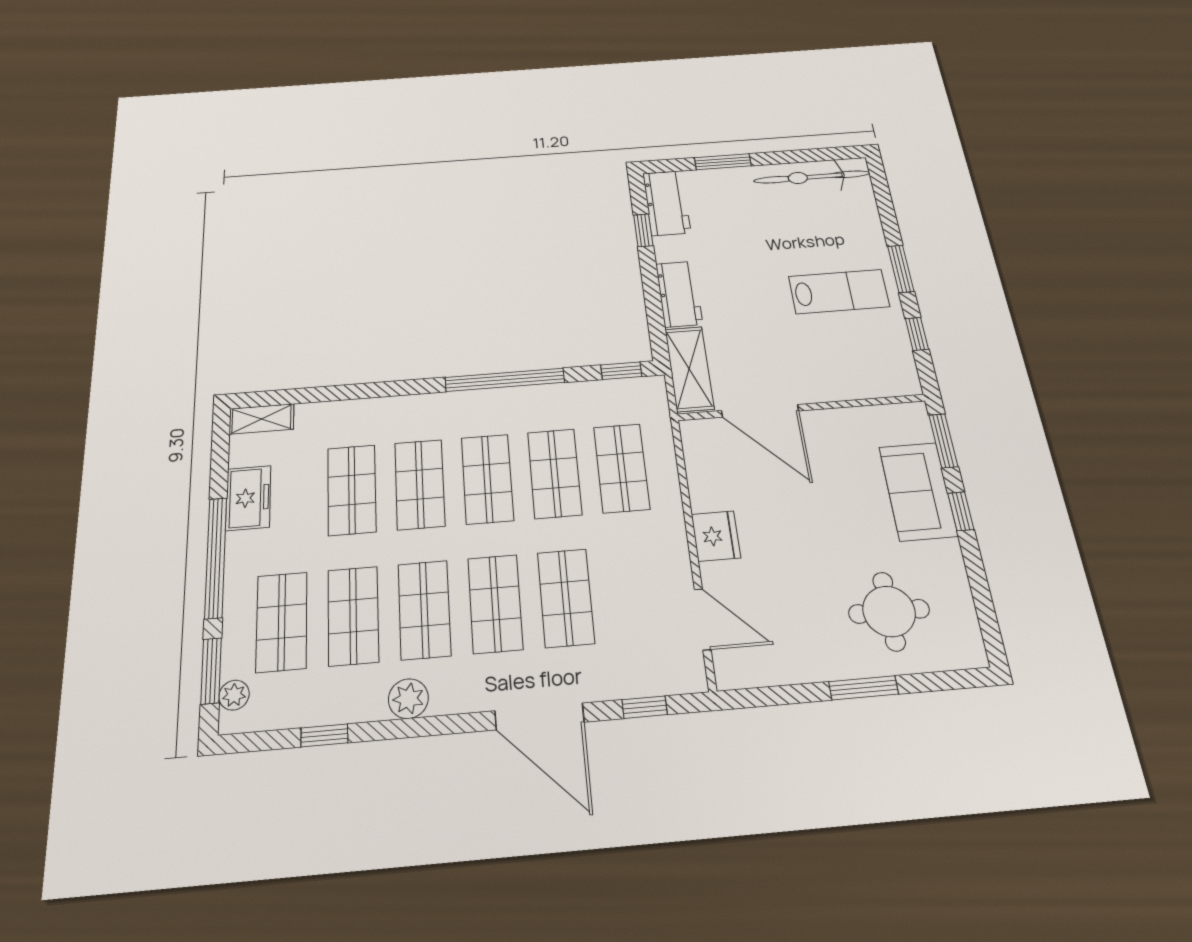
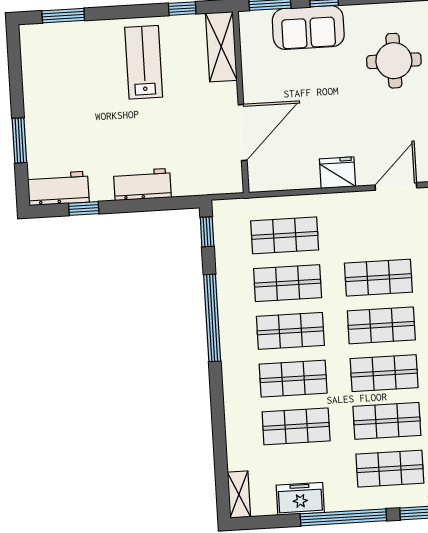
bicycle: (812, 177) -> (36, 70), removed
window: (901, 269) -> (63, 16), moved
shelving: (689, 369) -> (221, 47), moved, turned 90

